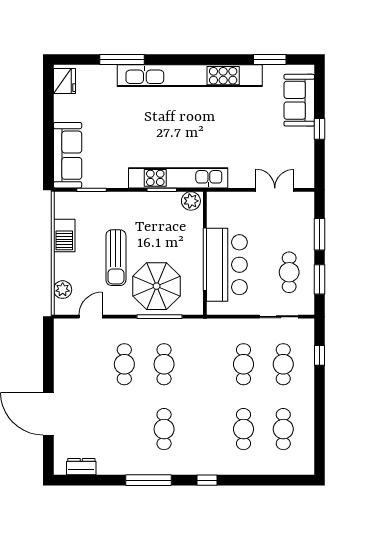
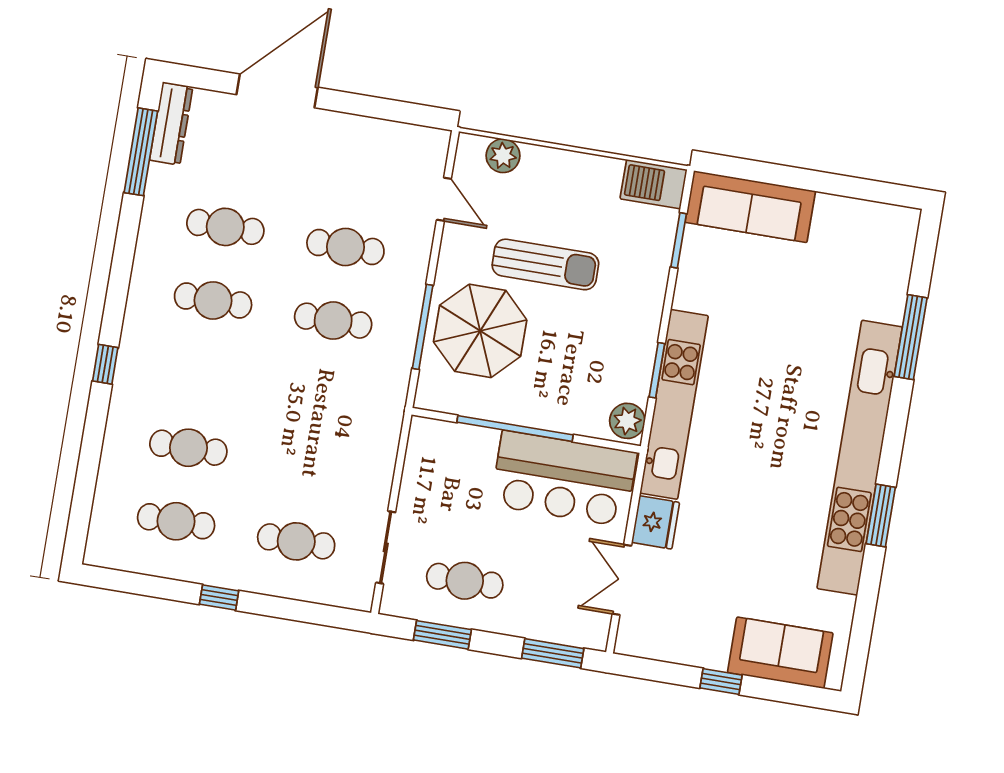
window: (270, 60) -> (881, 515), moved
fridge: (64, 81) -> (655, 522), moved, turned -90
double door: (275, 190) -> (622, 580), swing flipped
window: (319, 234) -> (553, 653), moved
barbecue: (64, 235) -> (654, 184), moved
sun lounger: (116, 258) -> (545, 264), turned 180
bar counter: (227, 265) -> (564, 479), moved
window: (319, 355) -> (219, 597), moved
cafe table: (244, 364) -> (225, 227), moved
dresser: (81, 467) -> (171, 124), width x1.44
window: (148, 480) -> (141, 152), moved

